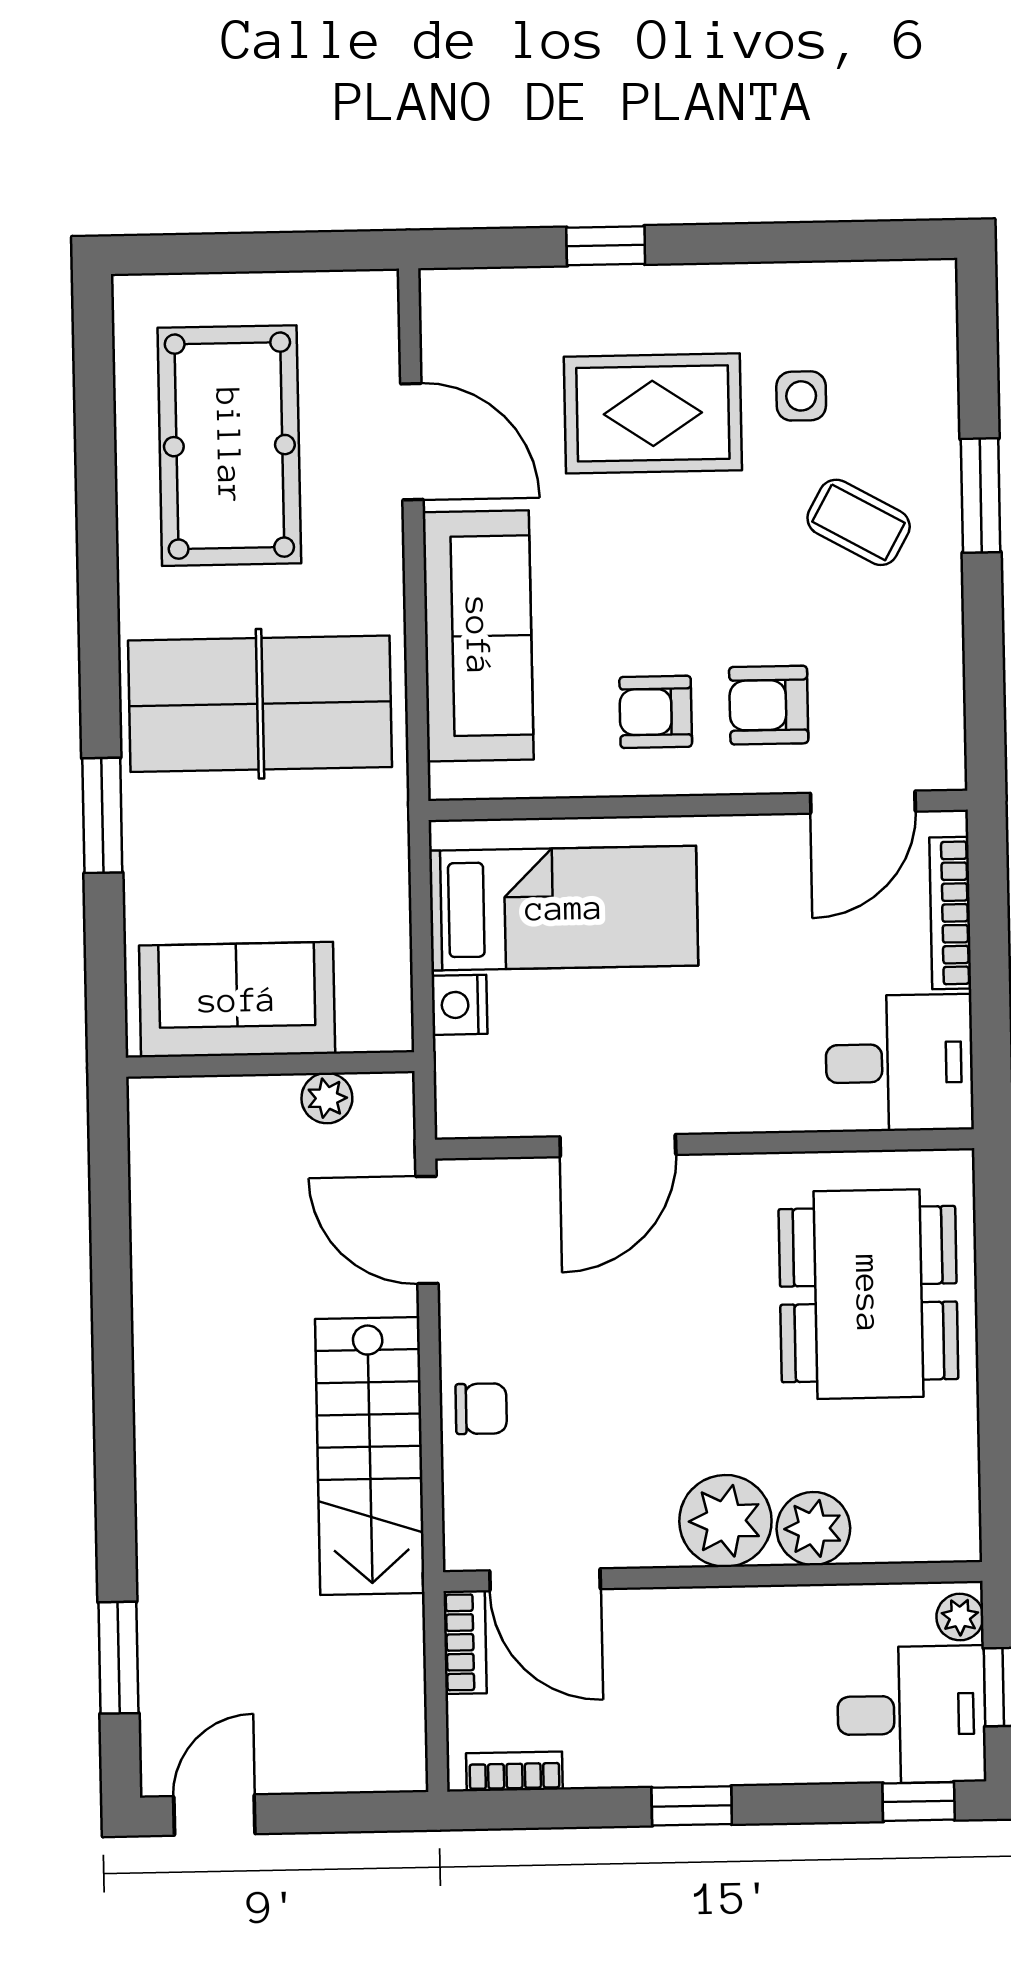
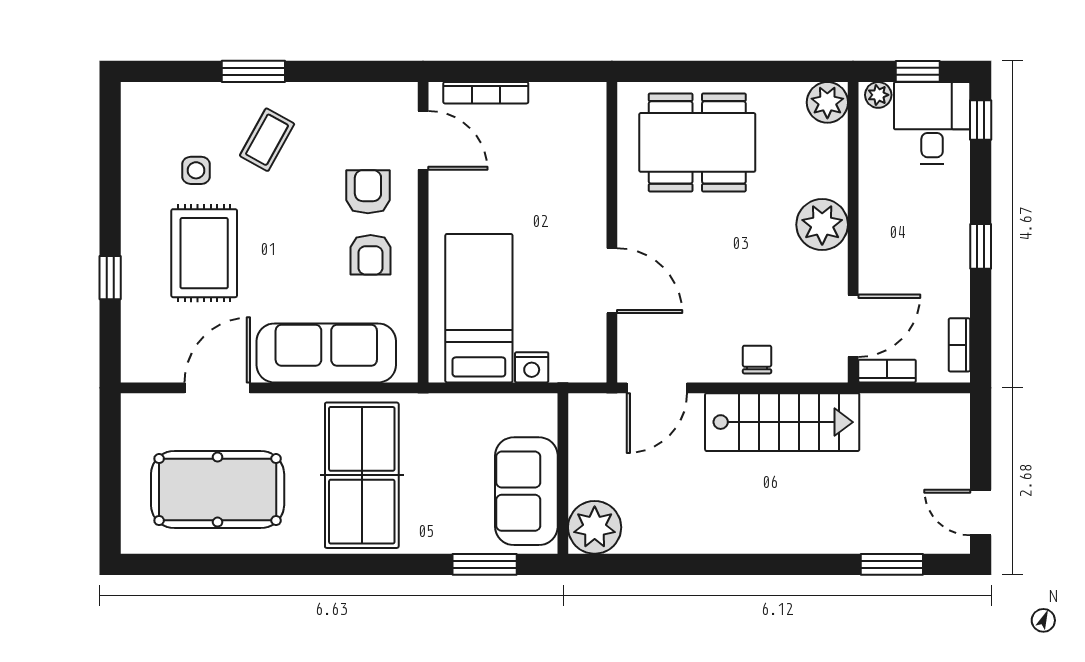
armchair: (769, 705) -> (368, 192), turned 180
window: (102, 815) -> (485, 564), moved
desk: (899, 1063) -> (569, 123), removed
plant: (327, 1098) -> (595, 527), moved, width x1.88, depth x1.88
plant: (813, 1529) -> (827, 102), moved

